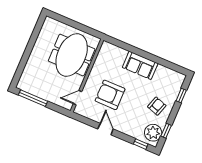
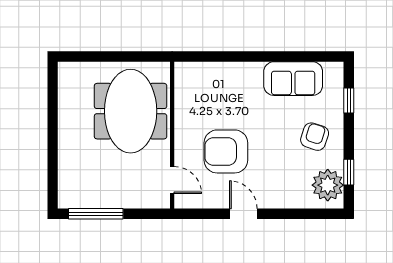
sofa: (140, 65) -> (293, 79), moved
door: (78, 98) -> (172, 180), swing flipped
window: (141, 144) -> (315, 214), removed

